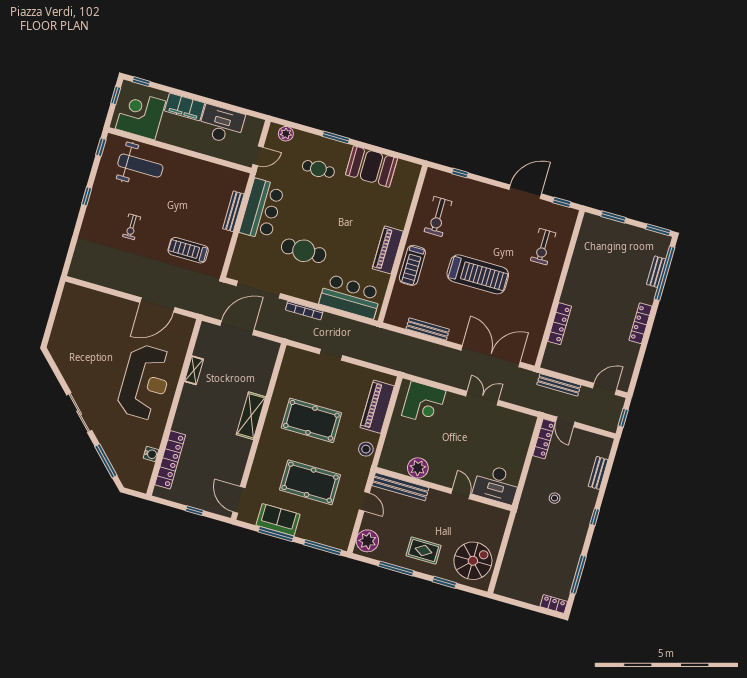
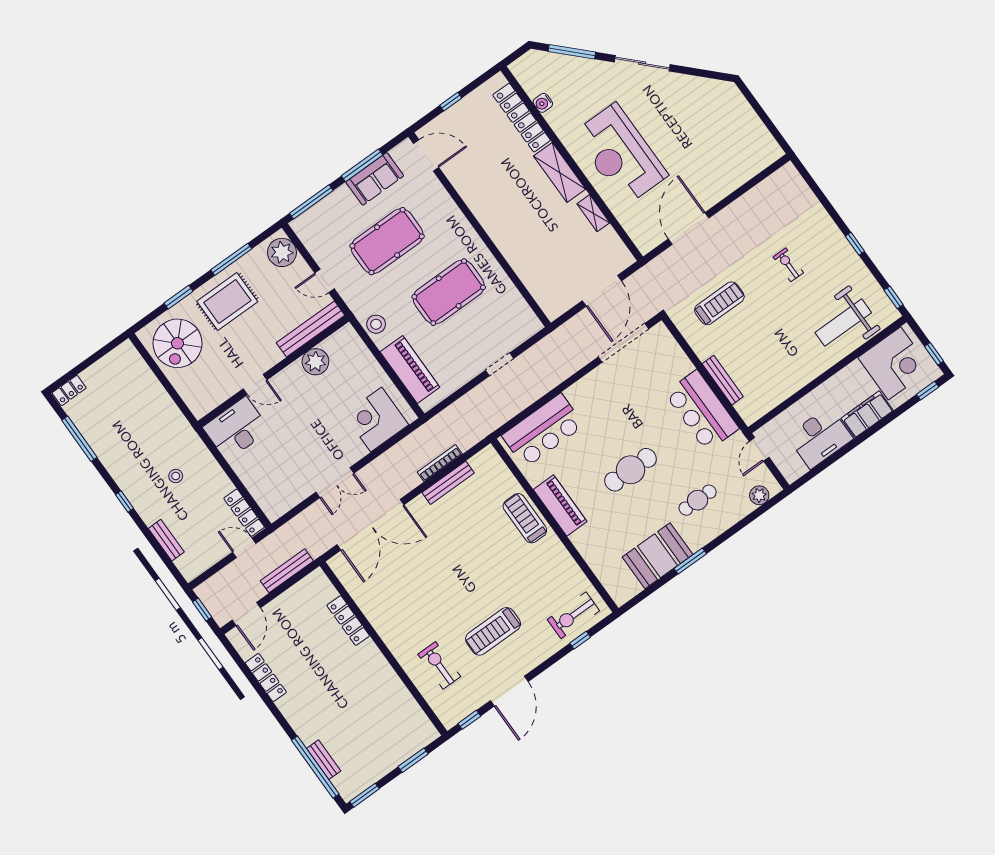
window: (336, 137) -> (690, 561), moved
exercise bike: (438, 216) -> (573, 615), moved, turned -90
cafe table: (304, 251) -> (631, 470), moved
treadmill: (478, 274) -> (493, 631), moved, width x0.73, depth x0.73
bookcase: (304, 311) -> (440, 463), moved
locker: (641, 323) -> (266, 678), moved
shelving: (251, 416) -> (560, 173), moved
rug: (424, 551) -> (227, 301), width x1.36, depth x1.43

